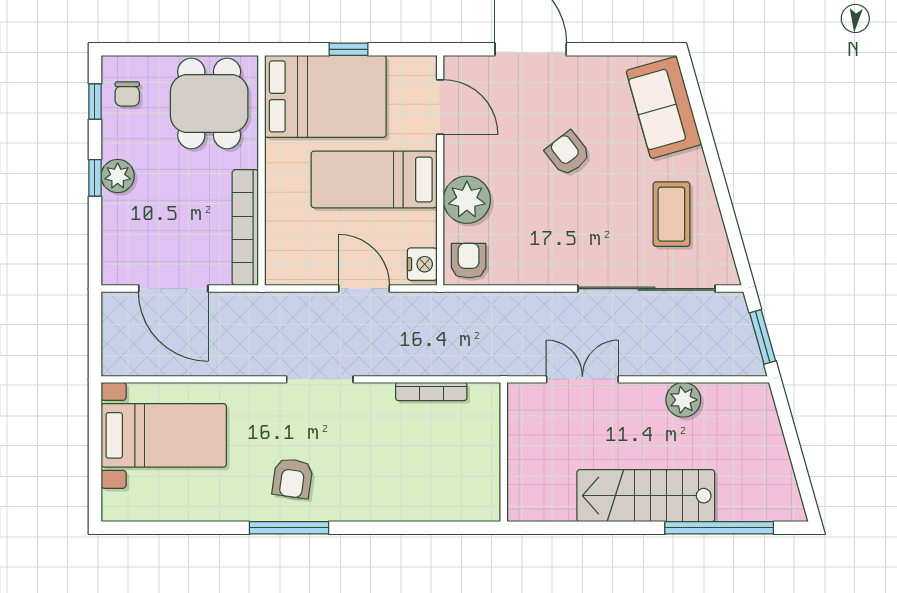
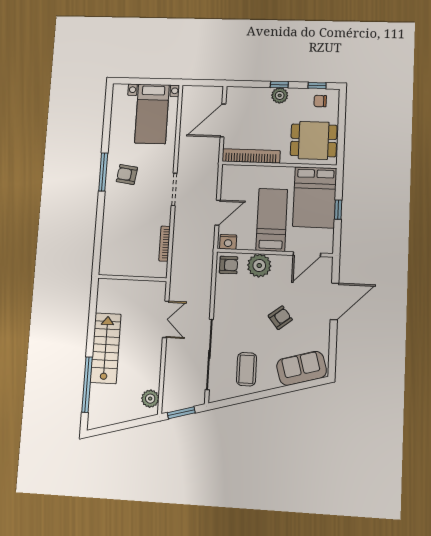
coffee table: (671, 214) -> (247, 369), turned 90
plant: (683, 400) -> (150, 399), moved

